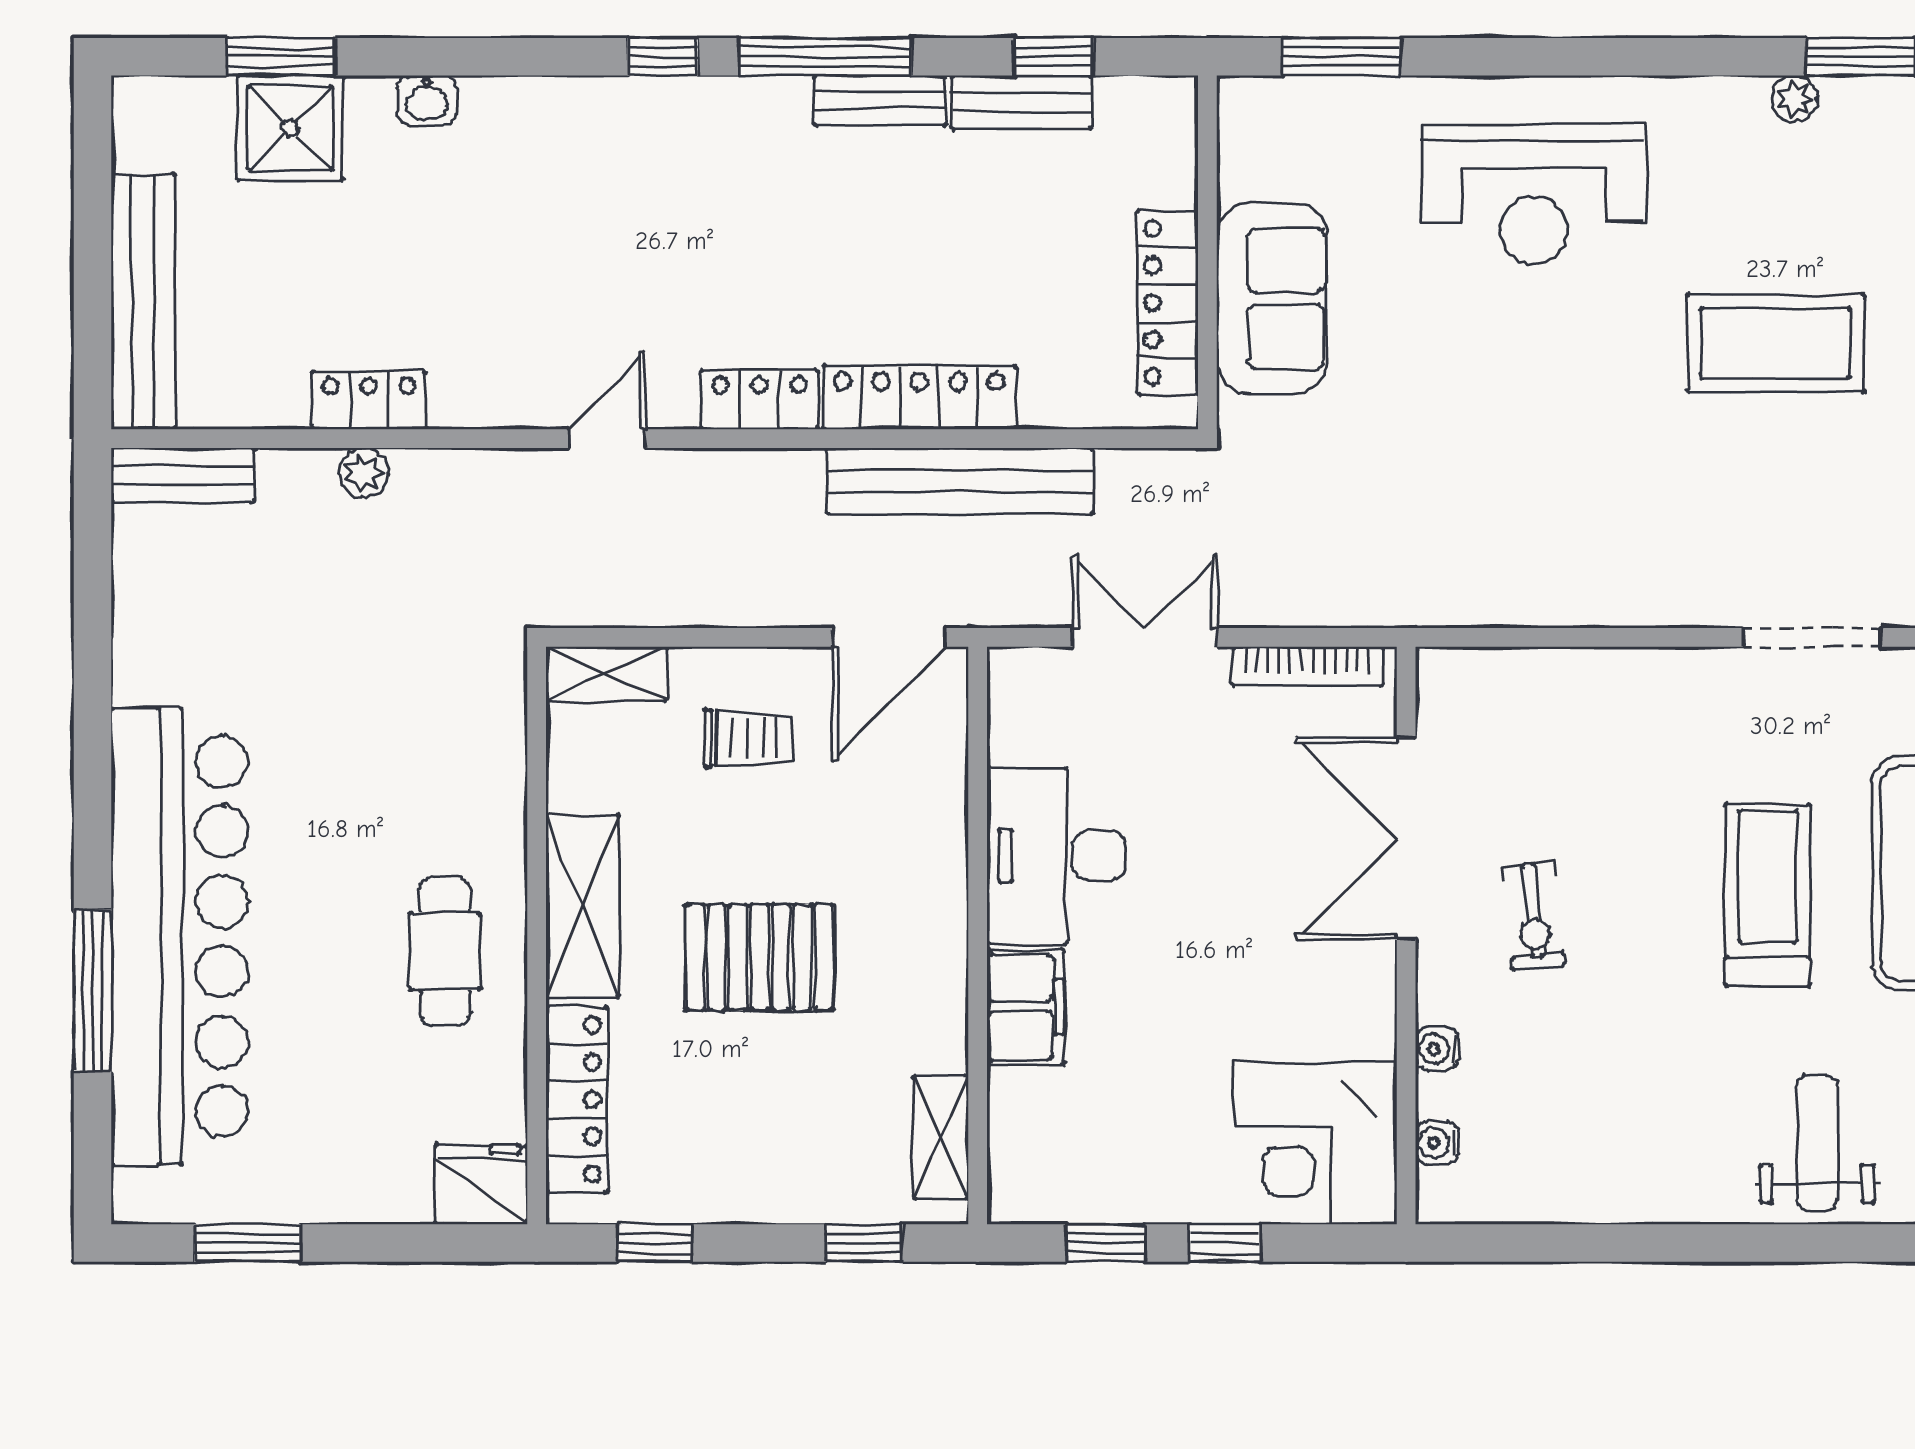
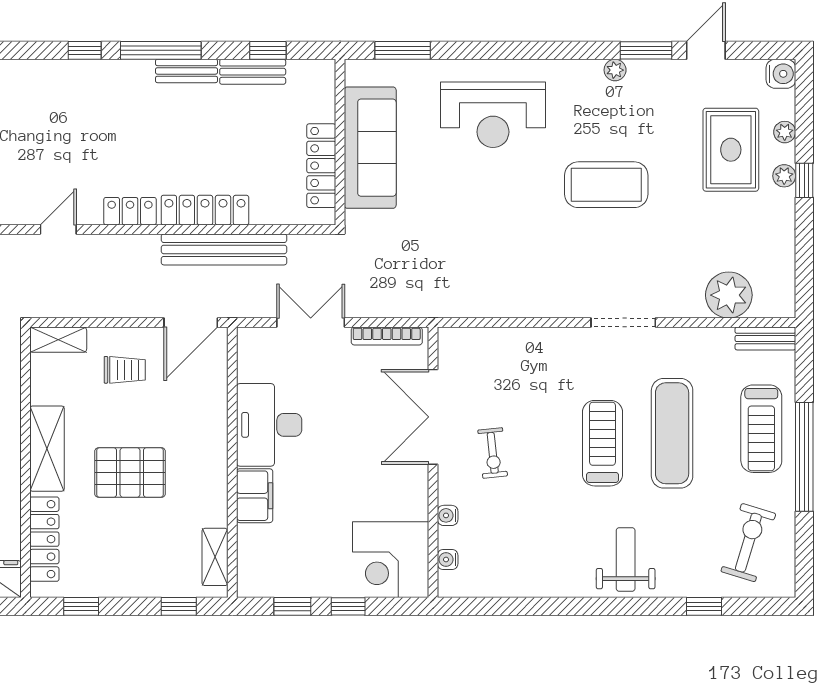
sofa: (1272, 298) -> (370, 148), width x1.36

